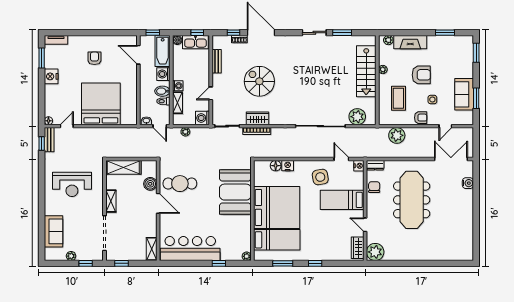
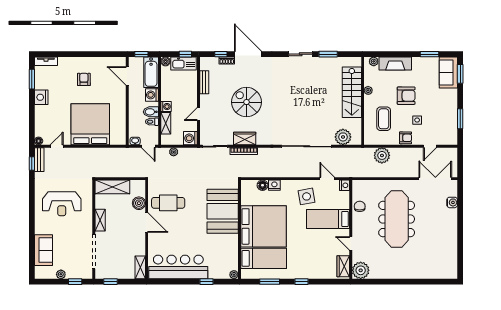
sofa: (464, 94) -> (448, 73), moved
dresser: (375, 165) -> (361, 185), removed

